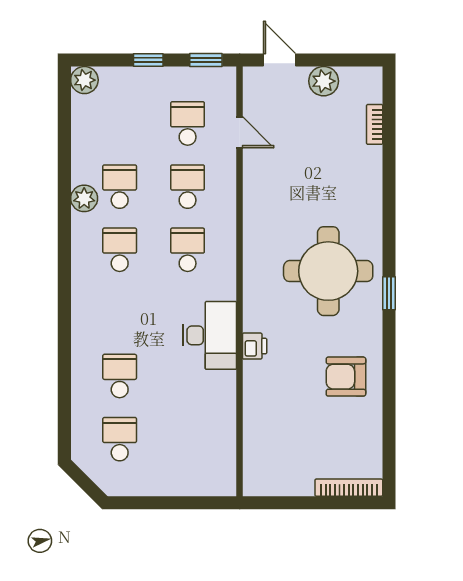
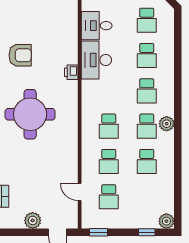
window: (148, 60) -> (147, 232), moved
plant: (84, 198) -> (167, 124), moved
school desk: (120, 313) -> (147, 91), added
desk: (210, 335) -> (96, 60), moved
desk: (209, 430) -> (97, 26), added

